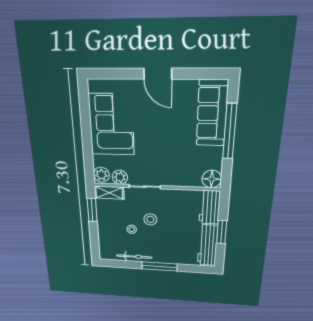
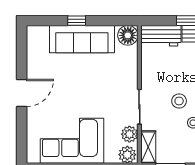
sofa: (212, 113) -> (82, 39), moved
window: (230, 132) -> (77, 21), width x0.32

